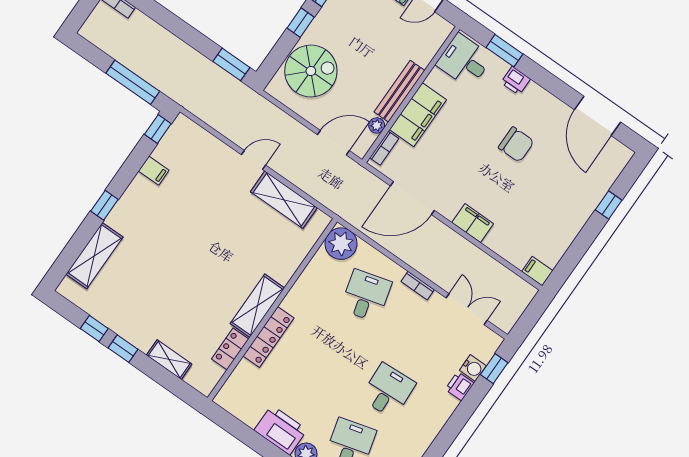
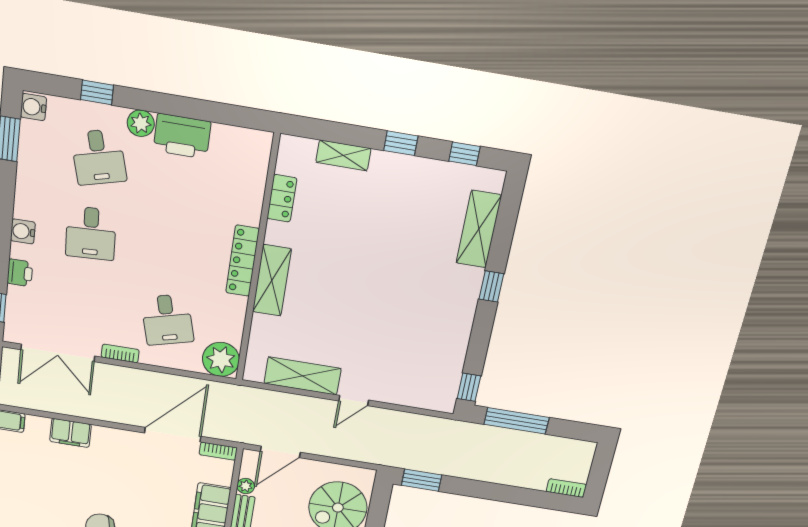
bookcase: (384, 148) -> (218, 451), moved, turned -90
filing cabinet: (154, 171) -> (454, 345), removed
filing cabinet: (473, 223) -> (70, 433), moved
shelving: (257, 306) -> (272, 280), moved
double door: (467, 309) -> (58, 353), width x1.37
window: (94, 329) -> (464, 154), moved
locker: (268, 337) -> (242, 261), moved
water cooler: (473, 368) -> (23, 231), moved

